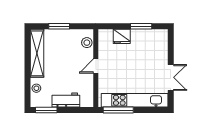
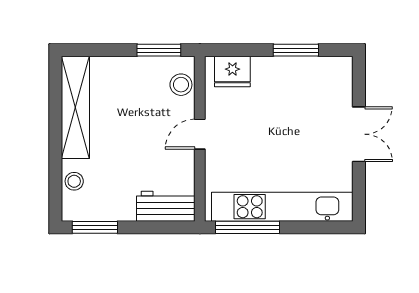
window: (59, 26) -> (159, 50), moved
fridge: (122, 36) -> (232, 72), moved
double door: (171, 77) -> (359, 134), moved
workbench: (66, 100) -> (166, 206), moved

